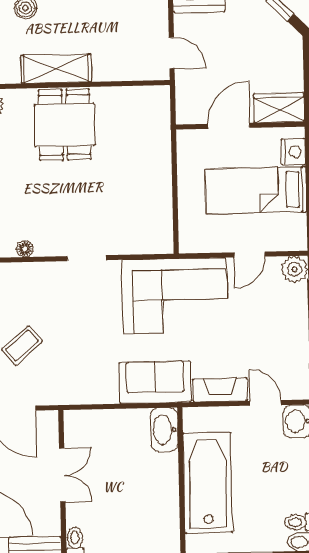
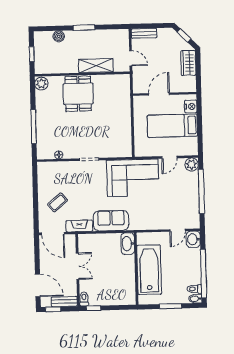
shelving: (56, 69) -> (96, 66), moved
wardrobe: (279, 108) -> (188, 63), moved, turned -90
sofa: (155, 382) -> (111, 221), moved
fireplace: (220, 390) -> (79, 226), moved
door: (265, 403) -> (177, 230), swing flipped

